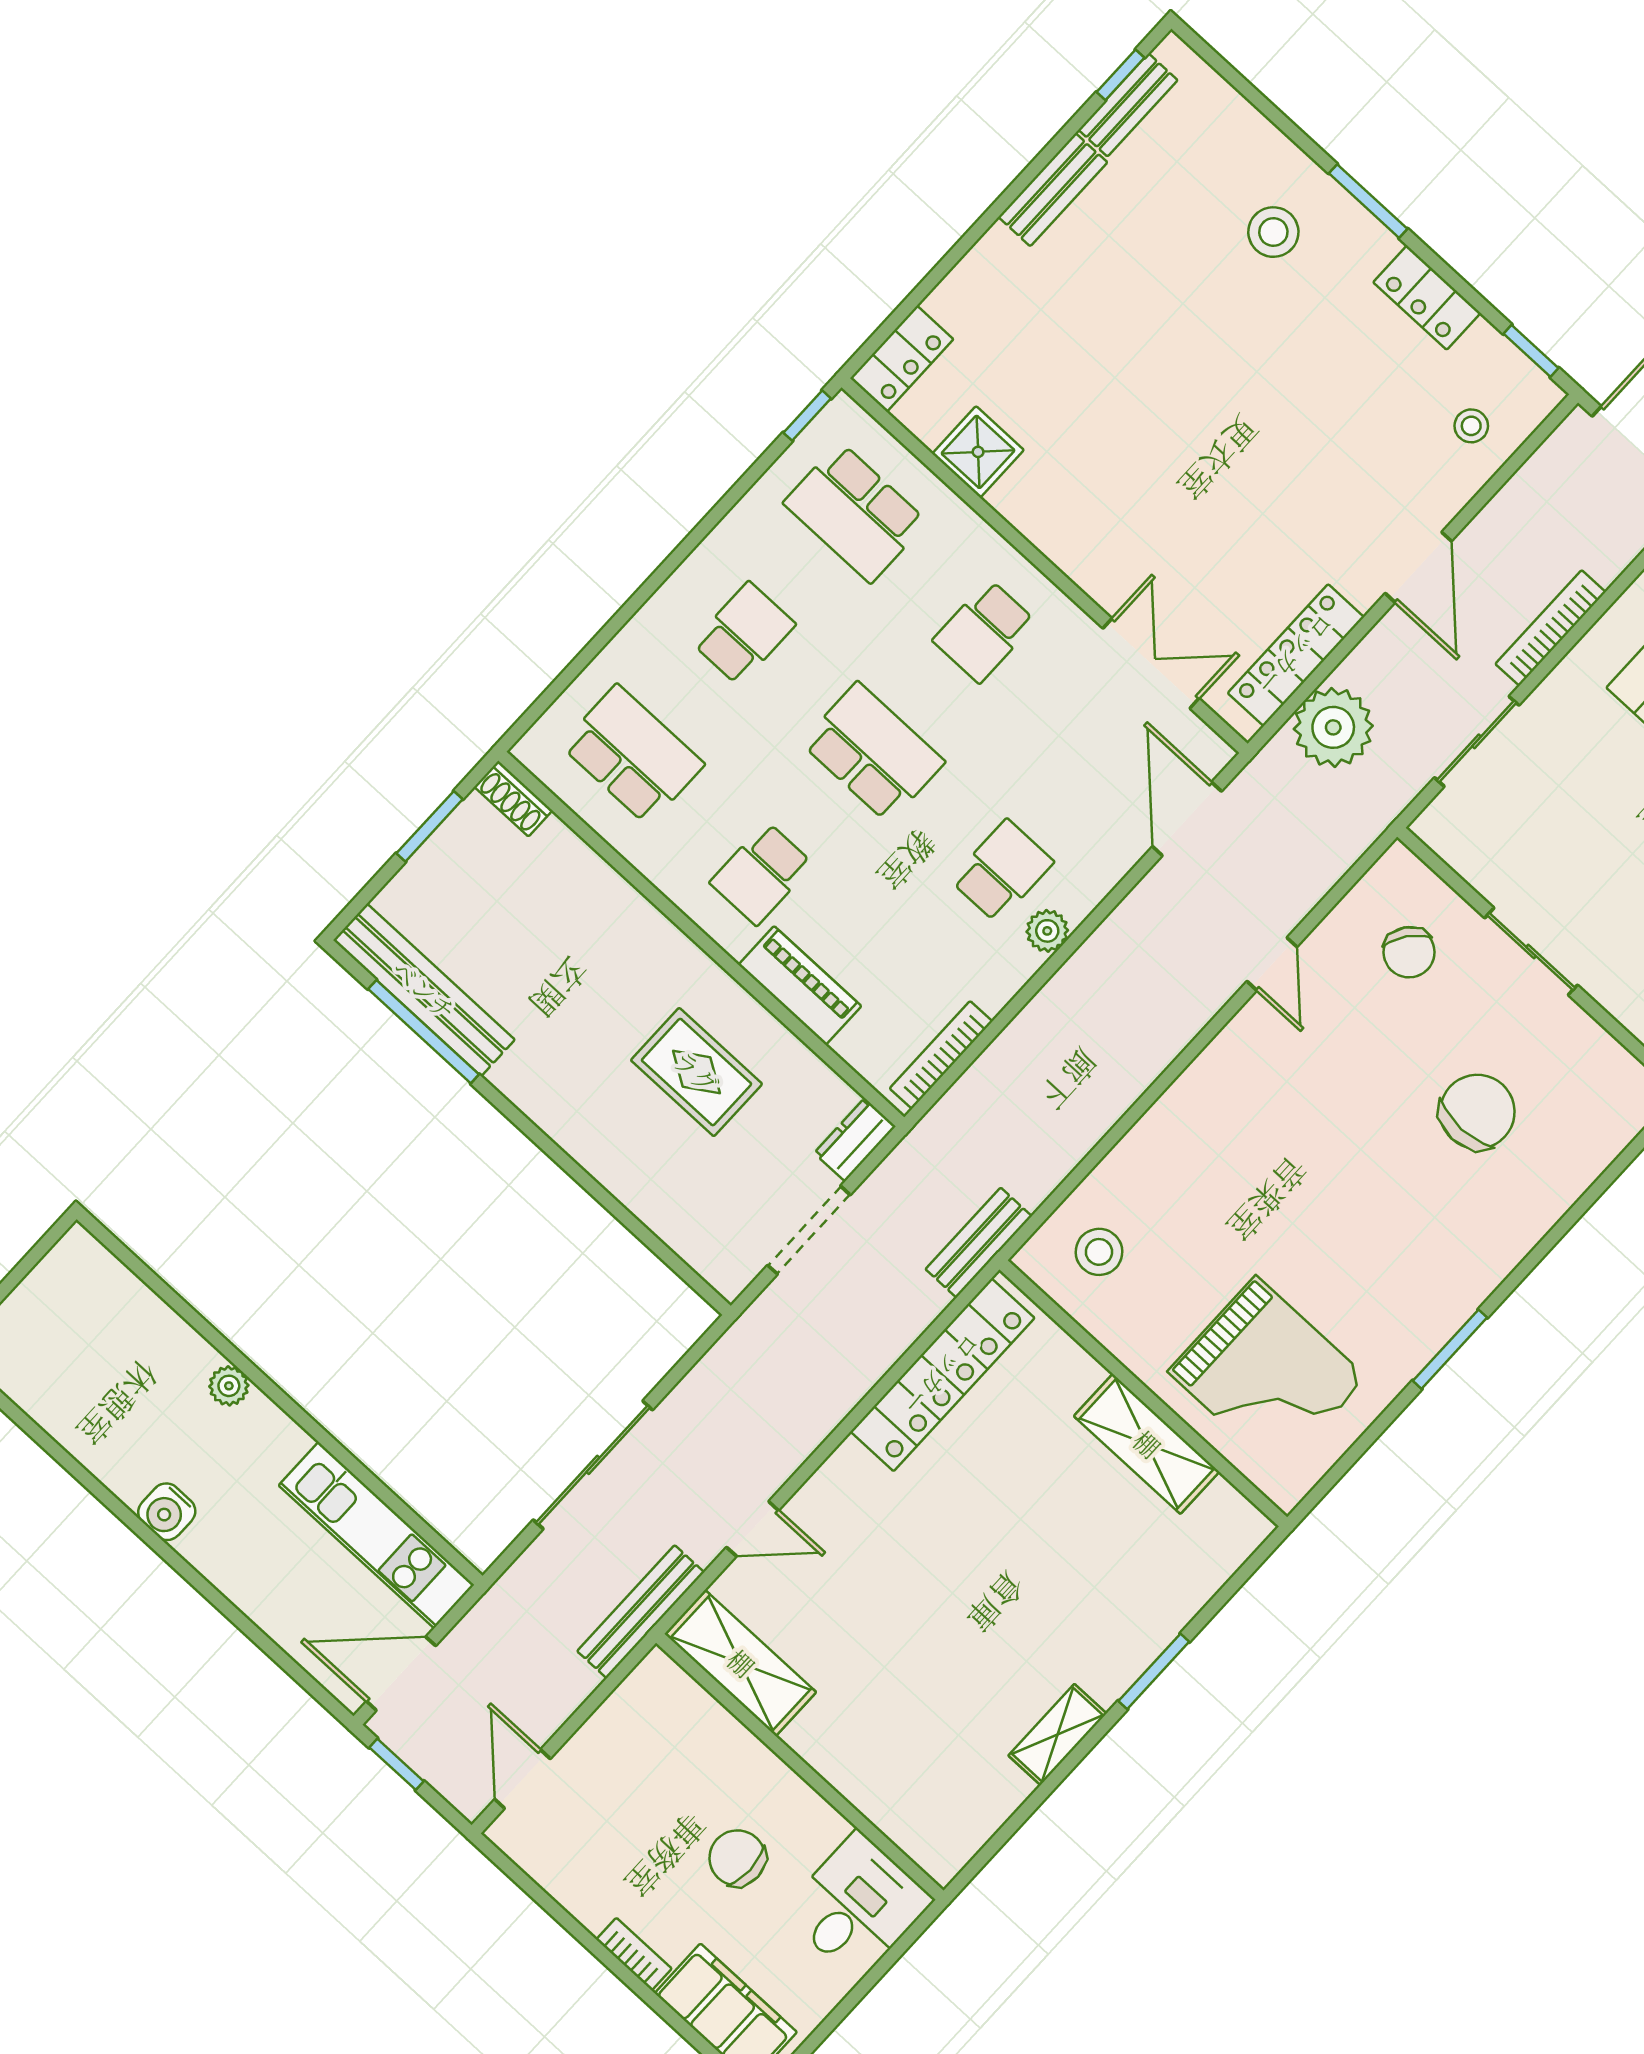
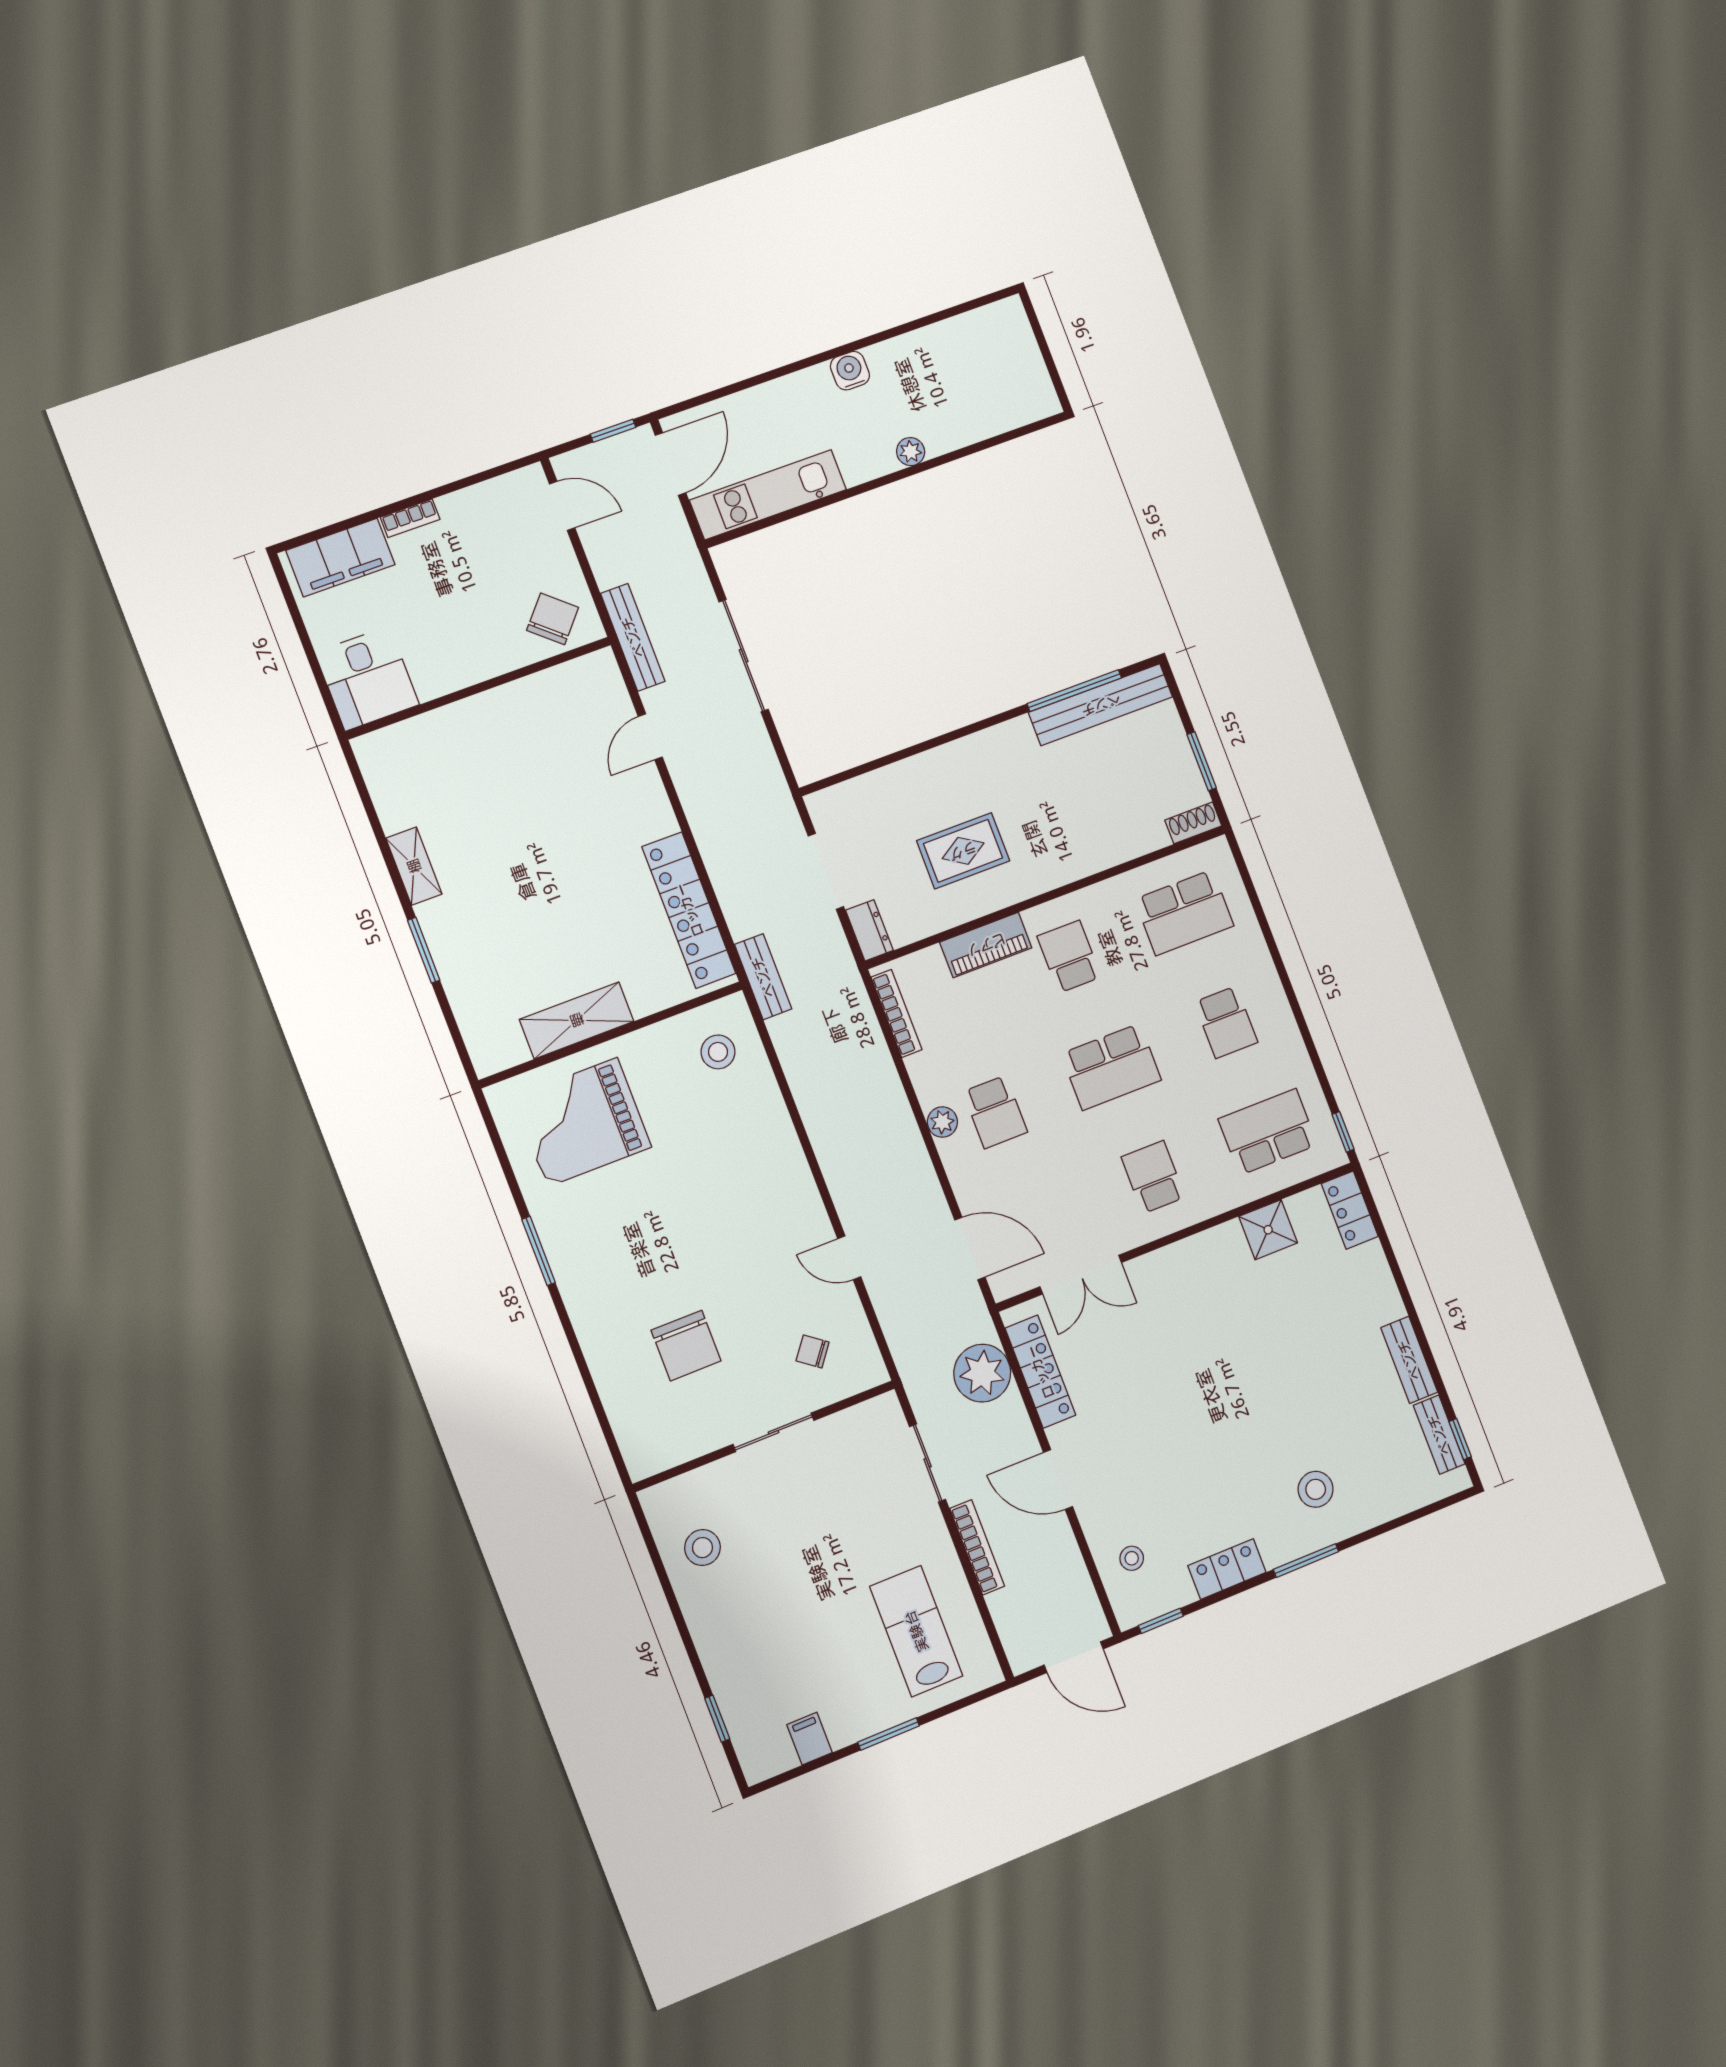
chair: (1409, 952) -> (813, 1351), width x0.73, depth x0.73
shelving: (741, 1663) -> (566, 684), removed
chair: (737, 1858) -> (553, 619), moved, turned -49

